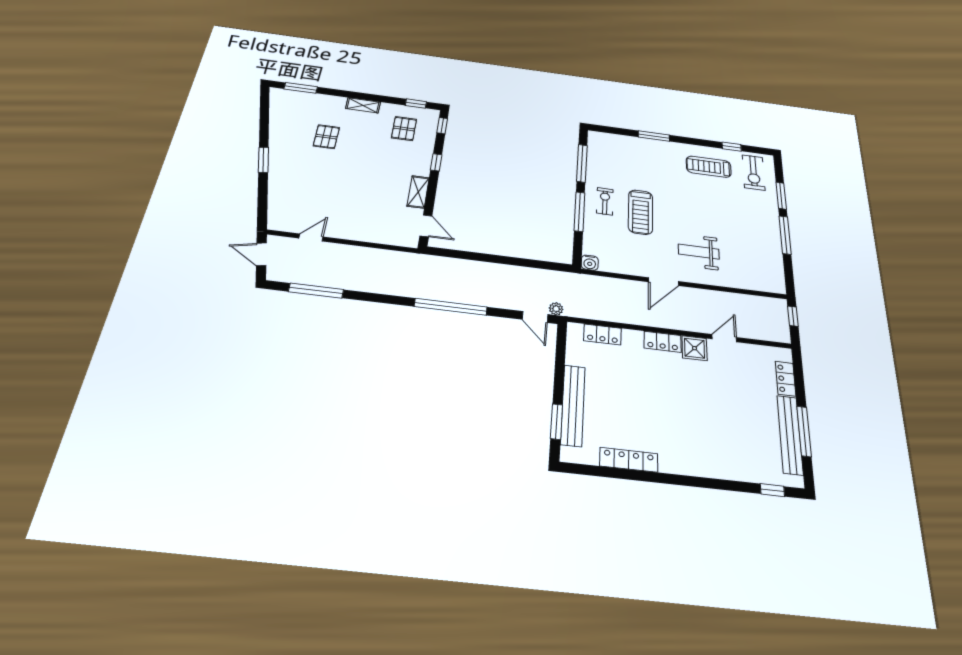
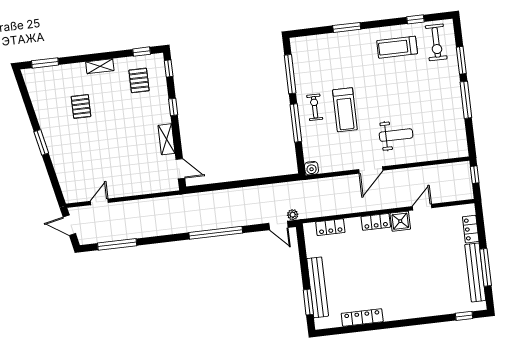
weight bench: (699, 252) -> (396, 135), turned 180

